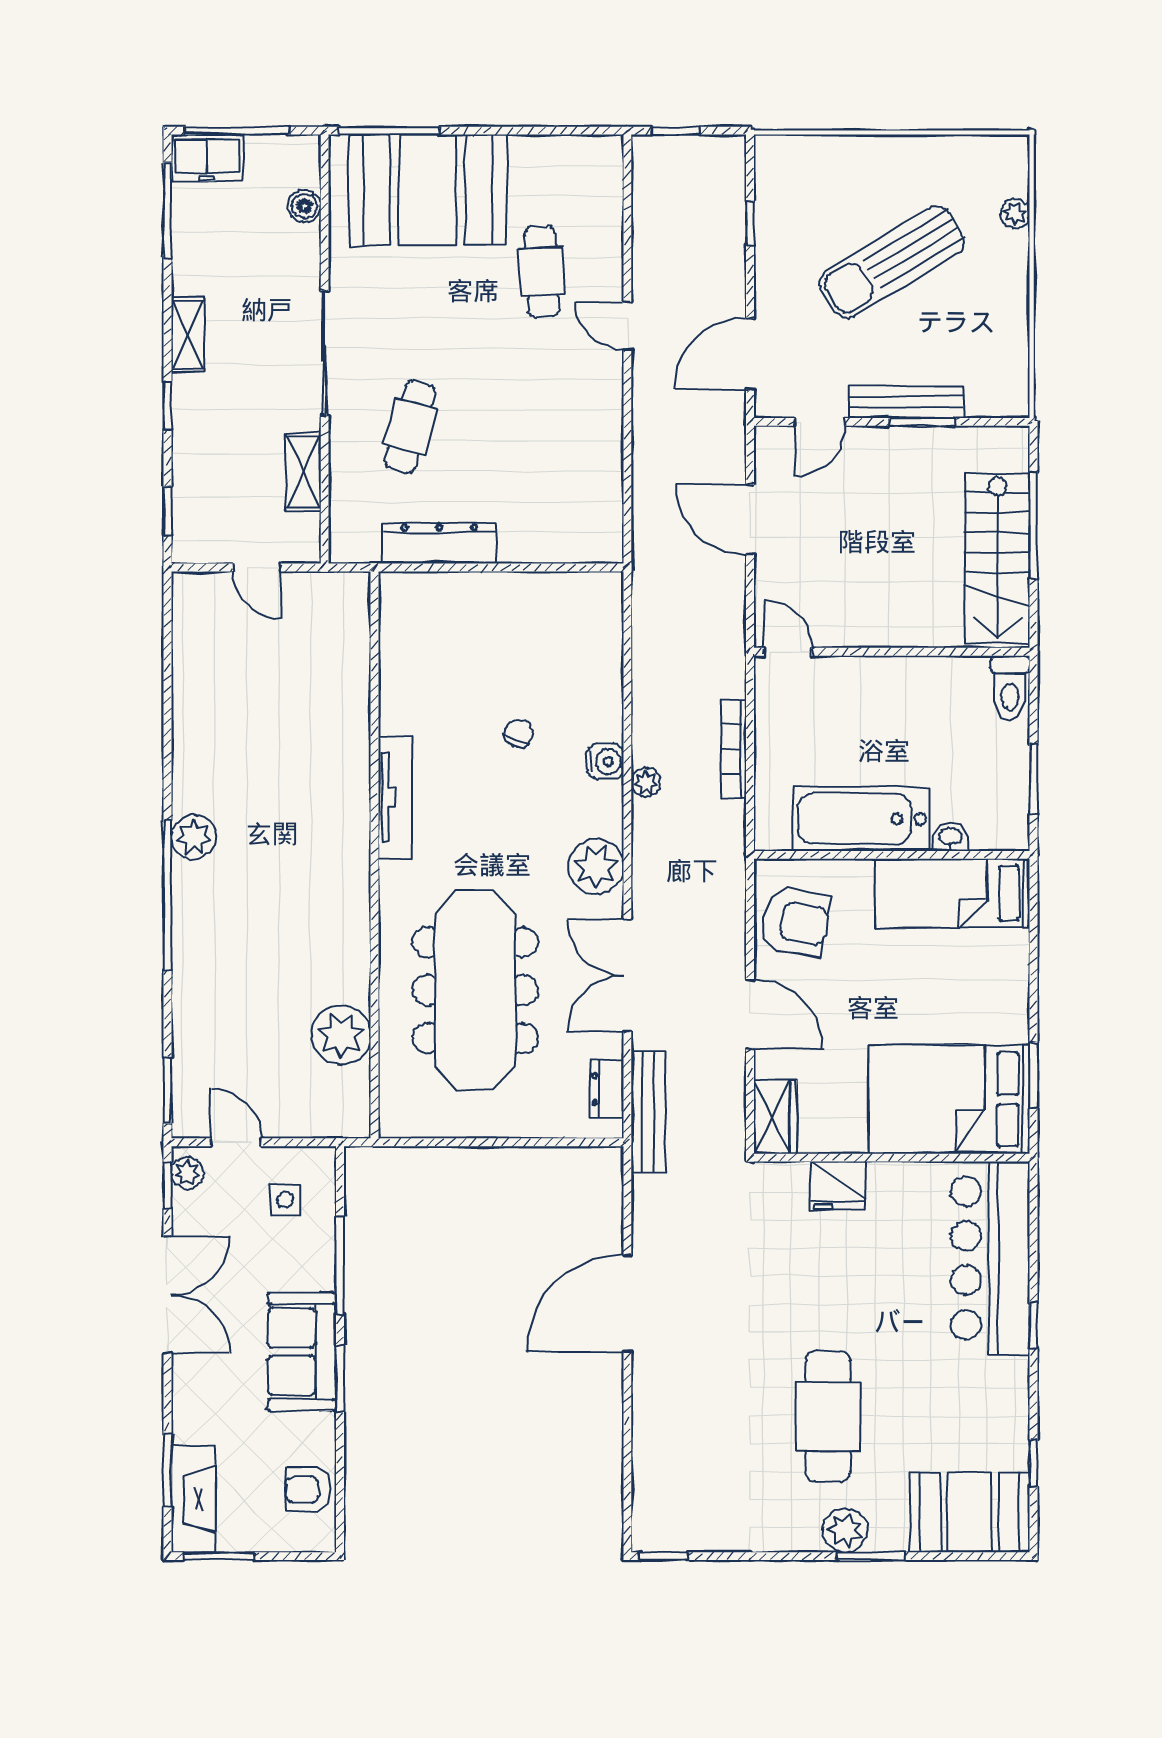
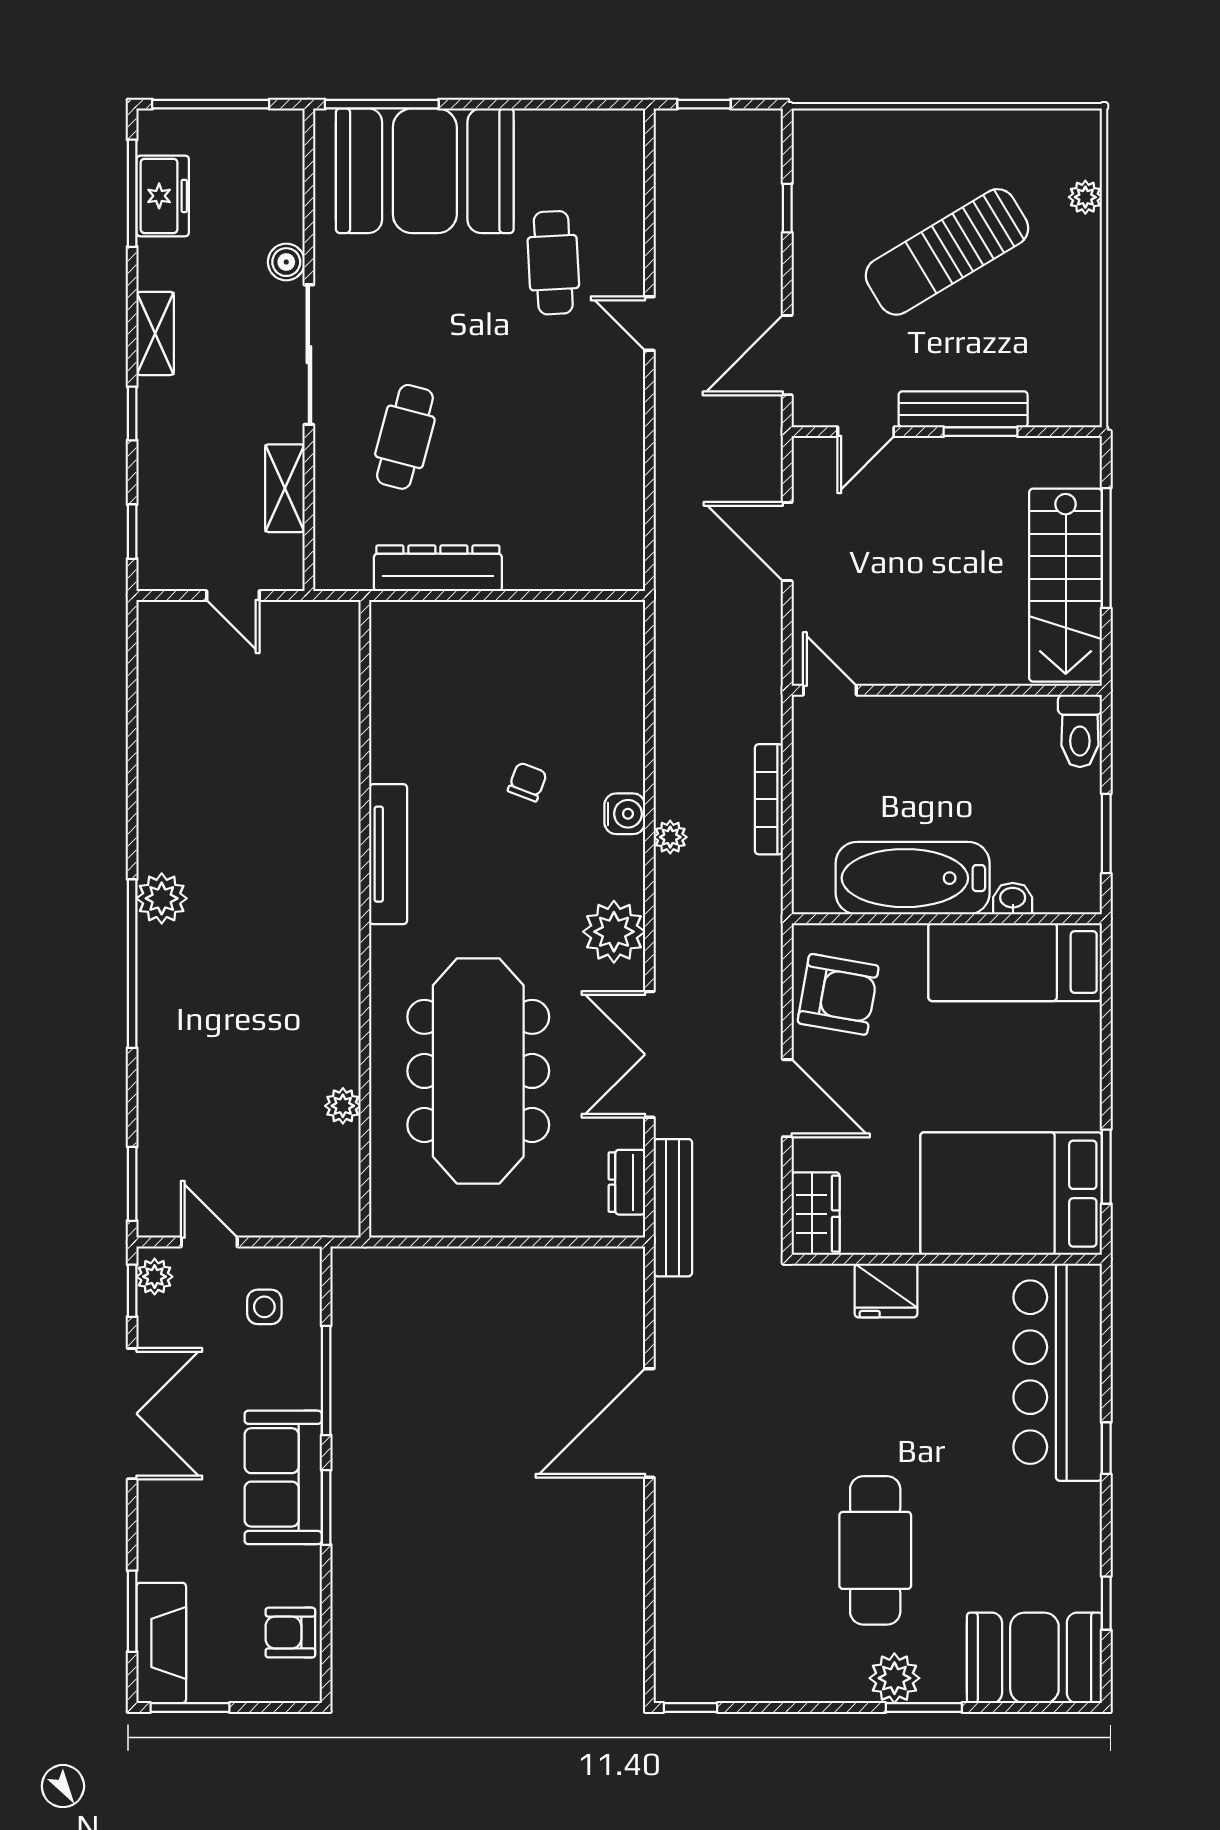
freezer: (207, 158) -> (163, 196), moved, turned -90
boiler: (304, 206) -> (286, 262), moved
plant: (341, 1035) -> (343, 1106), width x0.53, depth x0.53

